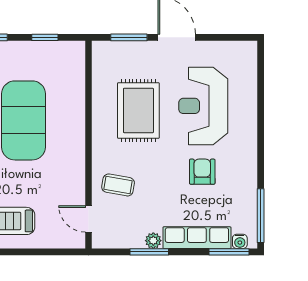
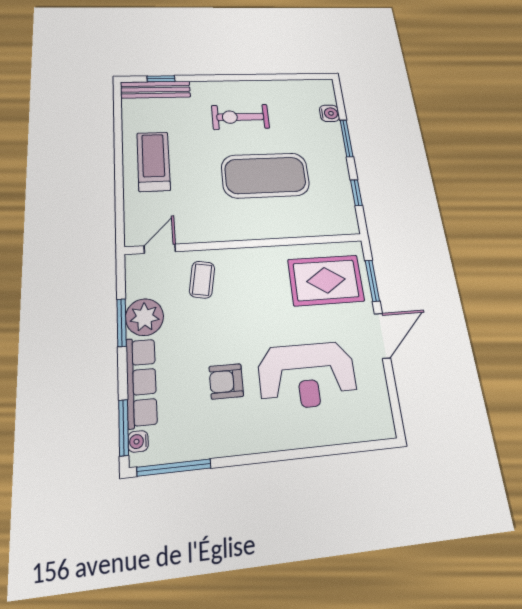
reception desk: (203, 106) -> (307, 375), turned 180
rug: (138, 110) -> (326, 280), moved
armchair: (202, 172) -> (226, 381), turned 180
plant: (153, 241) -> (145, 317), width x1.87, depth x1.87

